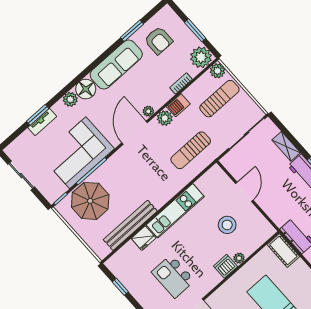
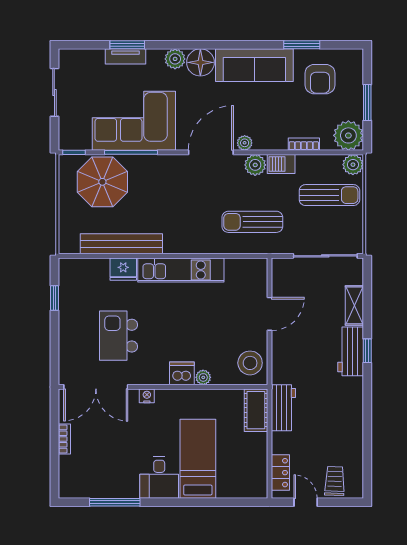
stool: (227, 225) -> (250, 363), moved
nightstand: (217, 295) -> (147, 396), added

